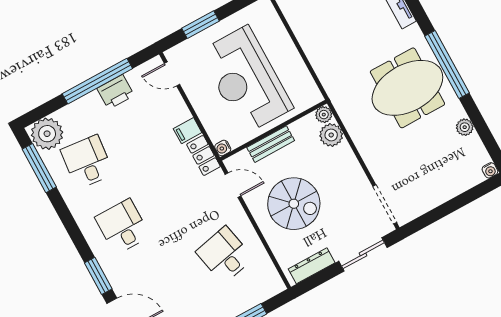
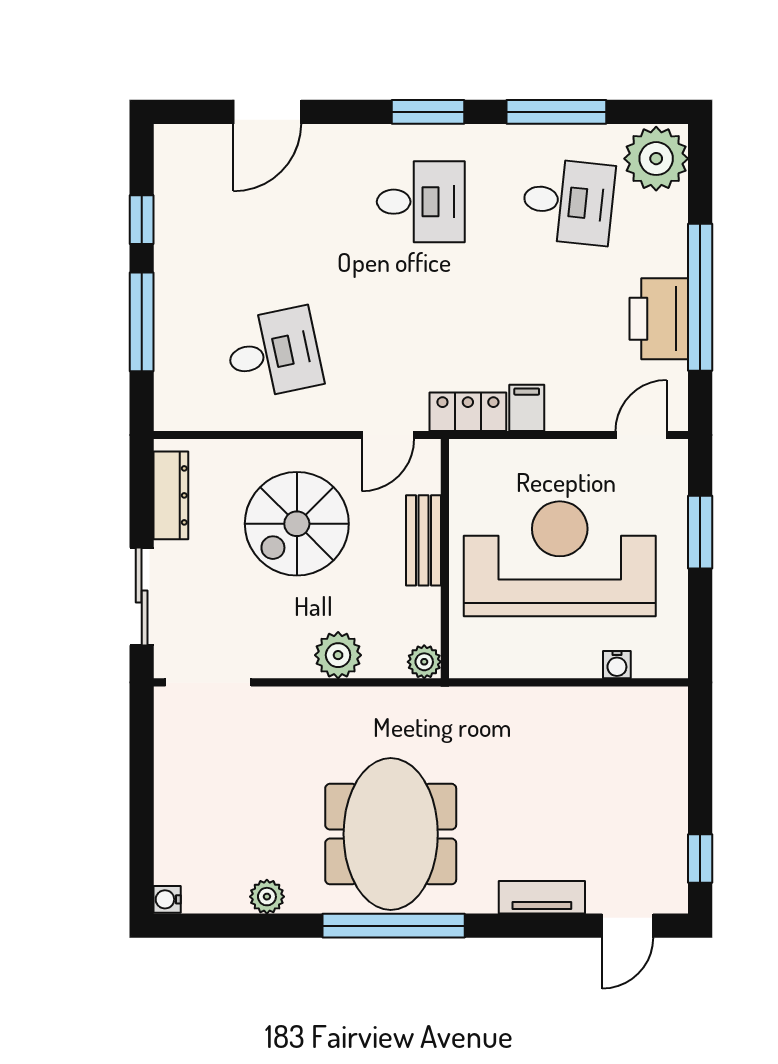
printer: (116, 92) -> (659, 319), width x1.37, depth x1.19
plant: (331, 135) -> (338, 655), moved
water cooler: (223, 148) -> (617, 665), moved, turned 180
window: (39, 168) -> (556, 112), moved
window: (98, 276) -> (428, 112), moved

